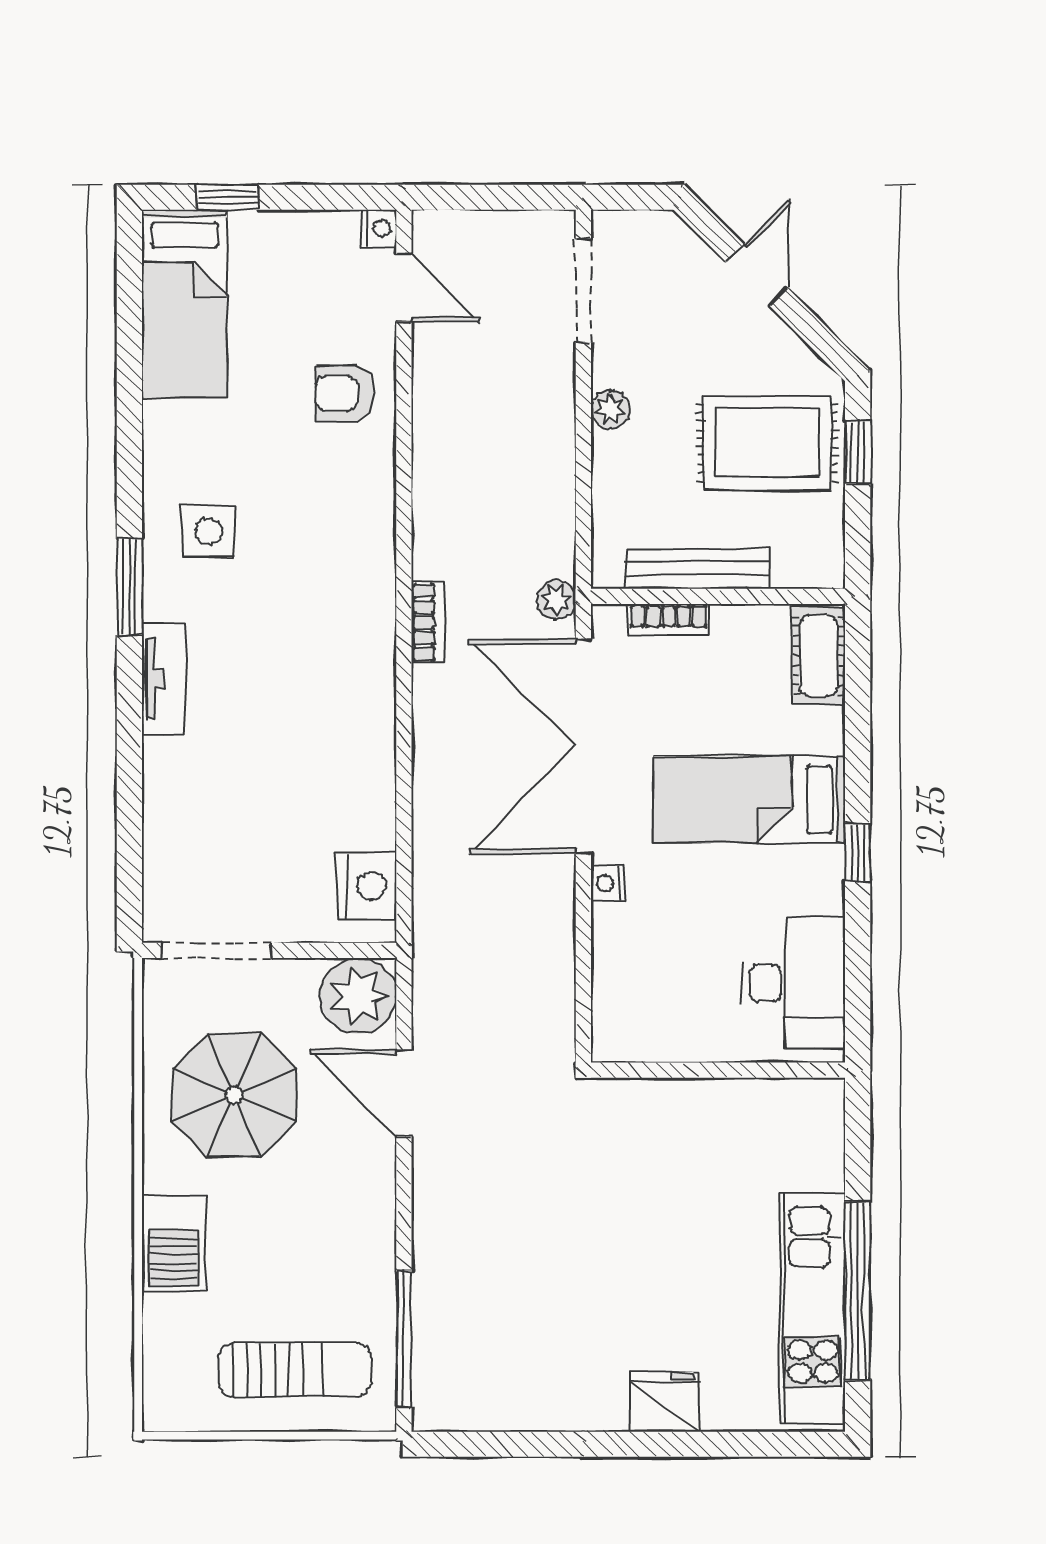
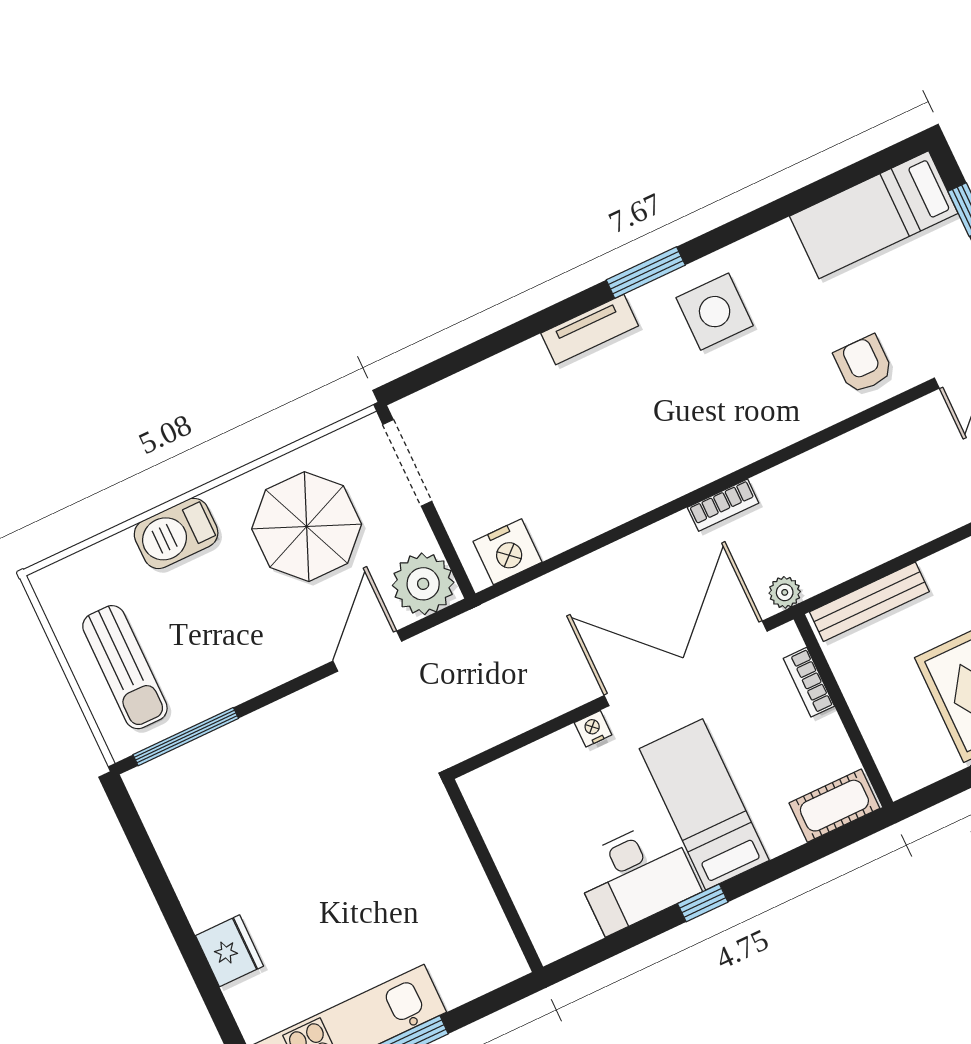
plant: (610, 409) -> (944, 566), removed
side table: (209, 531) -> (715, 312), width x1.37, depth x1.37
bench: (697, 569) -> (869, 602), moved, turned 90
desk: (793, 983) -> (636, 876), moved

